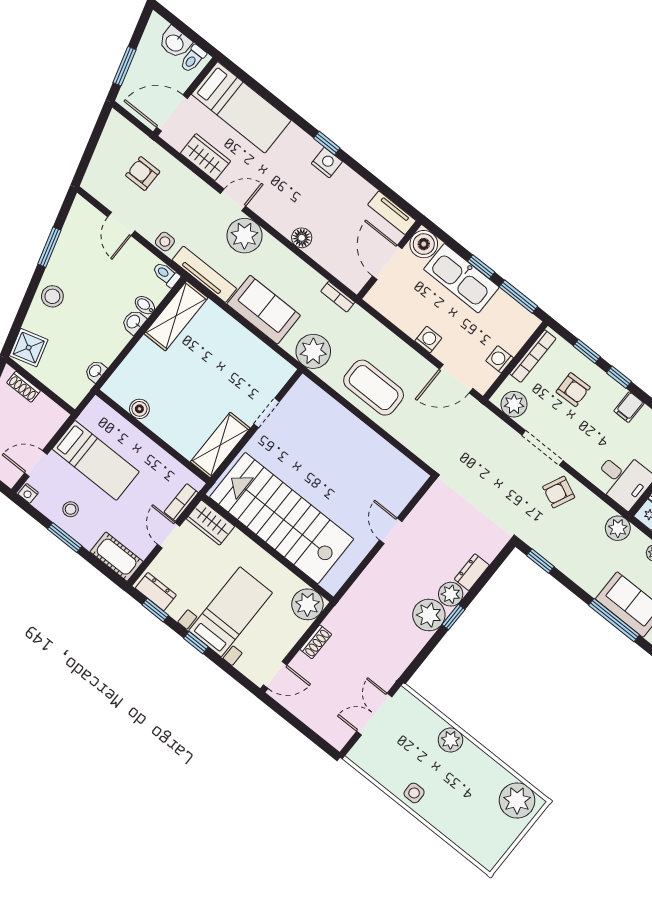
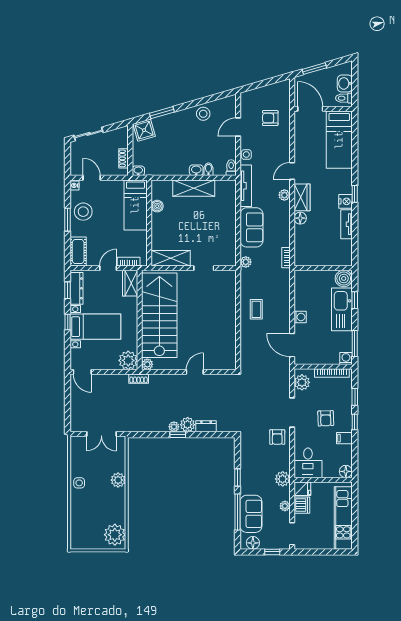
wardrobe: (205, 157) -> (302, 197), moved
armchair: (143, 174) -> (270, 118), turned -90
door: (233, 200) -> (292, 171), swing flipped
tv unit: (392, 213) -> (346, 224), moved
plant: (244, 236) -> (284, 195), width x0.53, depth x0.53
window: (49, 247) -> (162, 113), moved
door: (387, 262) -> (321, 268), removed
window: (481, 267) -> (355, 300), moved
stool: (52, 296) -> (203, 114), moved
shelving: (176, 316) -> (194, 188), moved
plant: (313, 351) -> (246, 262), width x0.53, depth x0.53
washing machine: (500, 359) -> (346, 358), moved
washbasin: (96, 371) -> (138, 171), moved
shoe rack: (24, 387) -> (124, 158), moved
coffee table: (374, 388) -> (256, 309), width x0.54, depth x0.58
armchair: (573, 390) -> (326, 418), moved
bed: (96, 460) -> (135, 205), moved
armchair: (559, 492) -> (277, 437), turned -115
stool: (71, 509) -> (83, 212), width x1.89, depth x1.89
window: (540, 561) -> (237, 477), moved
plant: (332, 584) -> (147, 364), added
dresser: (156, 592) -> (77, 288), width x1.44
plant: (429, 615) -> (174, 427), width x0.53, depth x0.53
shoe rack: (316, 642) -> (139, 379), moved
double door: (374, 714) -> (101, 434), swing flipped

